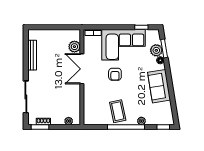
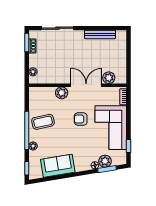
sofa: (159, 86) -> (58, 166), moved
plant: (89, 93) -> (62, 93), added

